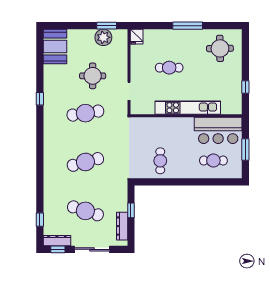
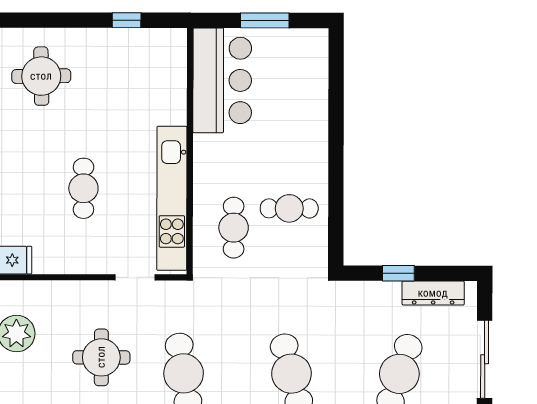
kitchen unit: (188, 108) -> (172, 198), moved
cafe table: (213, 161) -> (234, 228), moved

